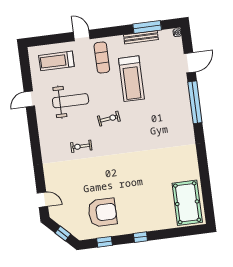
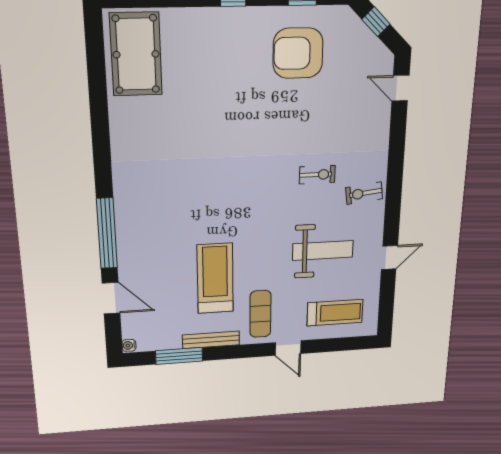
bench: (141, 37) -> (211, 340), moved
door: (190, 63) -> (111, 298), swing flipped
weight bench: (71, 101) -> (323, 250), turned 180
exercise bike: (109, 119) -> (364, 193), moved

